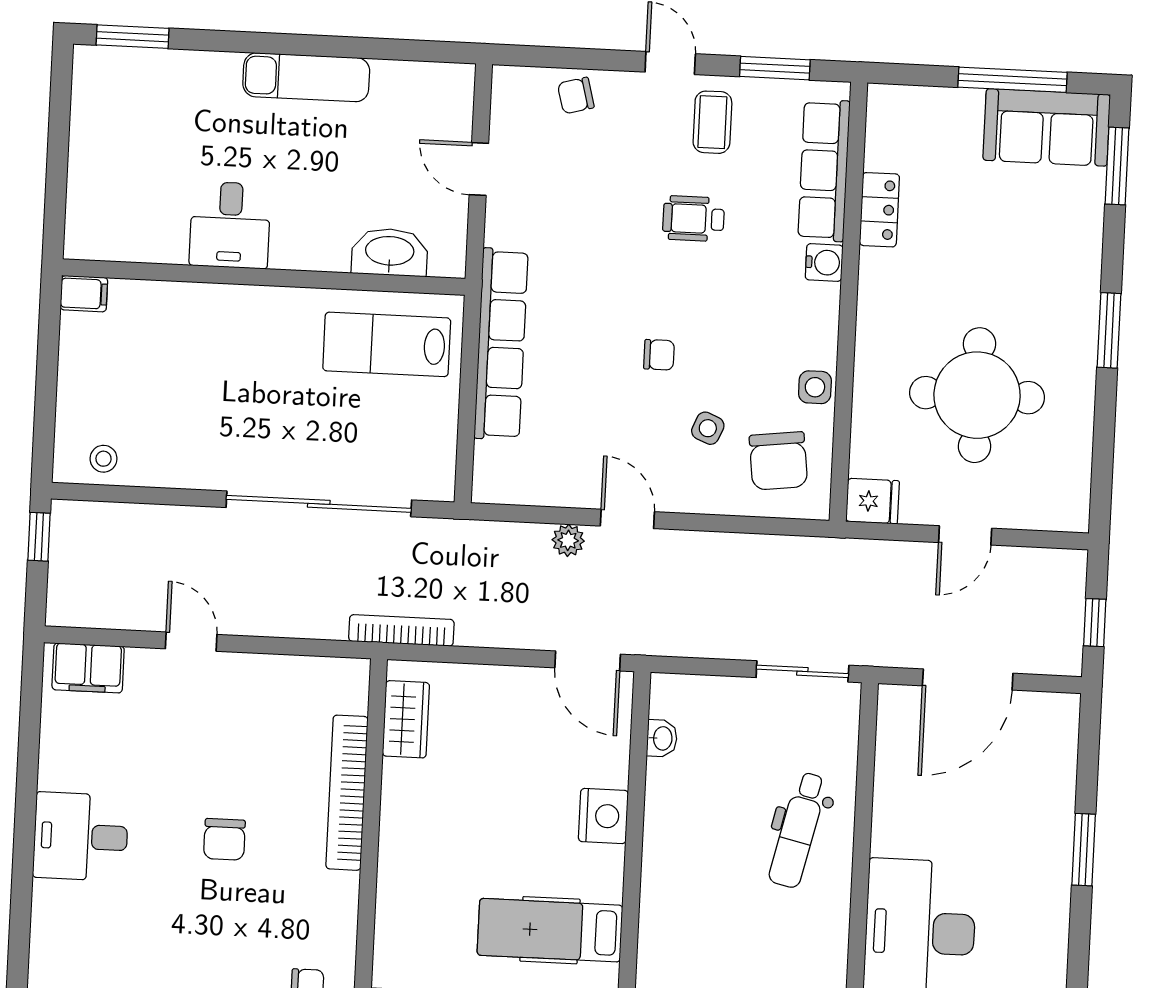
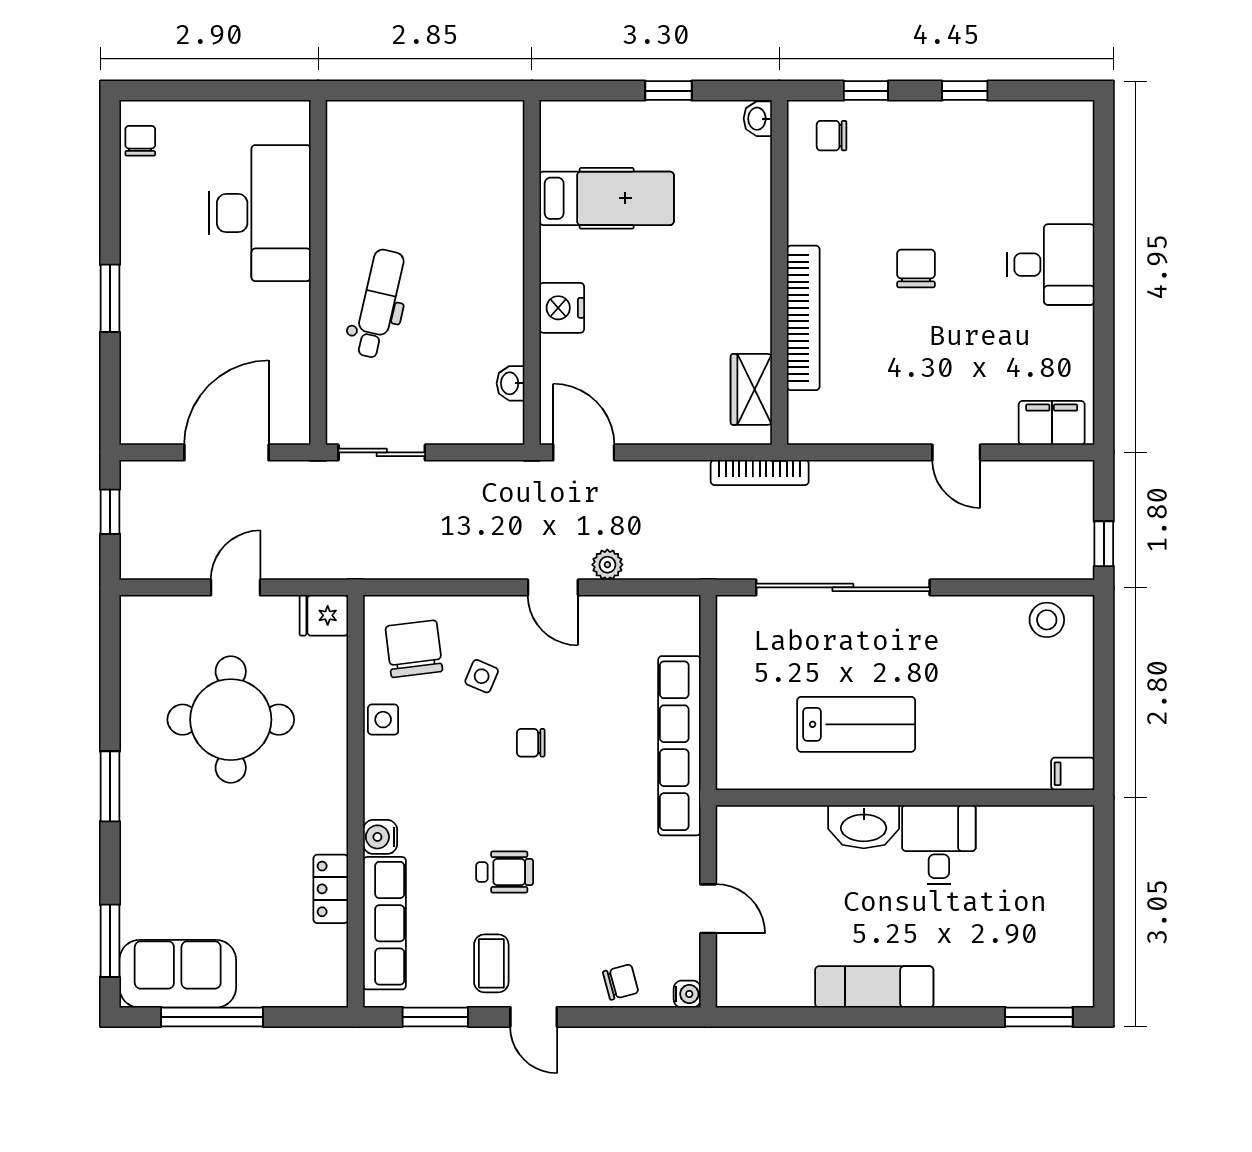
water cooler: (506, 79) -> (687, 994), added
washbasin: (390, 252) -> (864, 827), moved
lab bench: (387, 344) -> (856, 724), moved
stool: (104, 459) -> (1047, 620), width x1.37, depth x1.37

